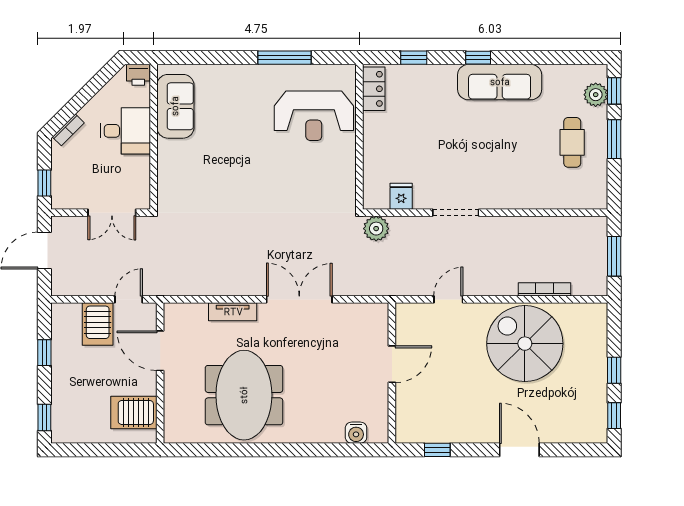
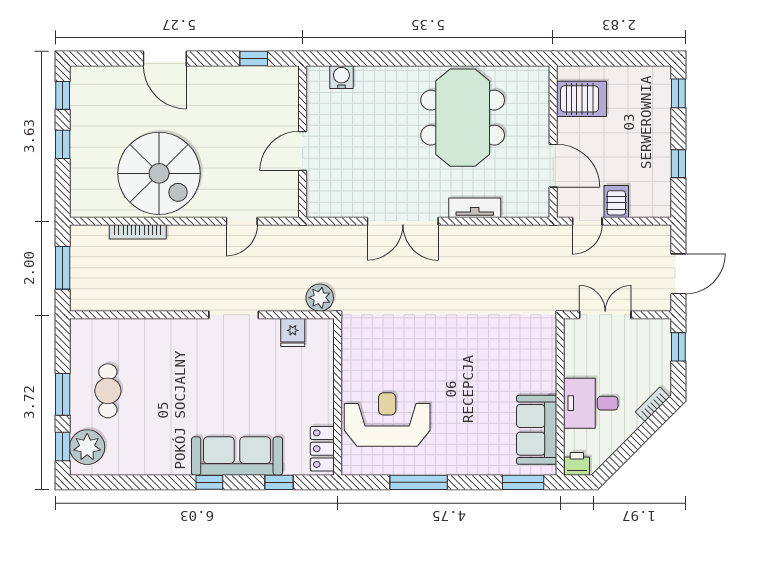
window: (188, 58) -> (523, 482), added
sofa: (500, 82) -> (237, 456), moved
plant: (596, 95) -> (87, 447), width x1.36, depth x1.36
server rack: (98, 324) -> (616, 202), width x0.73, depth x0.70

